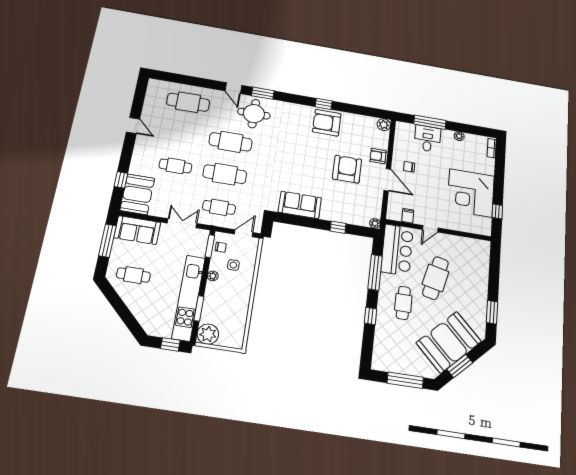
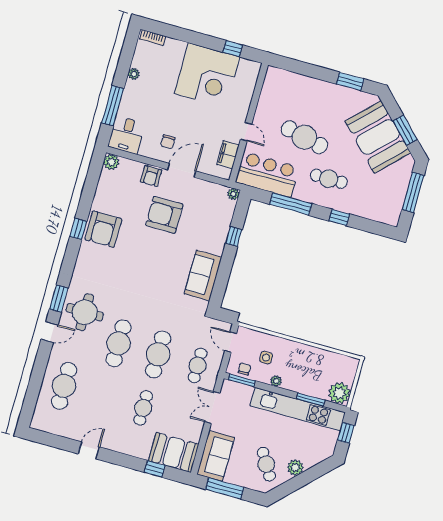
desk: (427, 139) -> (126, 135), moved, turned -90
filing cabinet: (408, 216) -> (228, 155), width x2.00
cafe table: (133, 275) -> (266, 464), turned -31
plant: (132, 301) -> (295, 468), added

